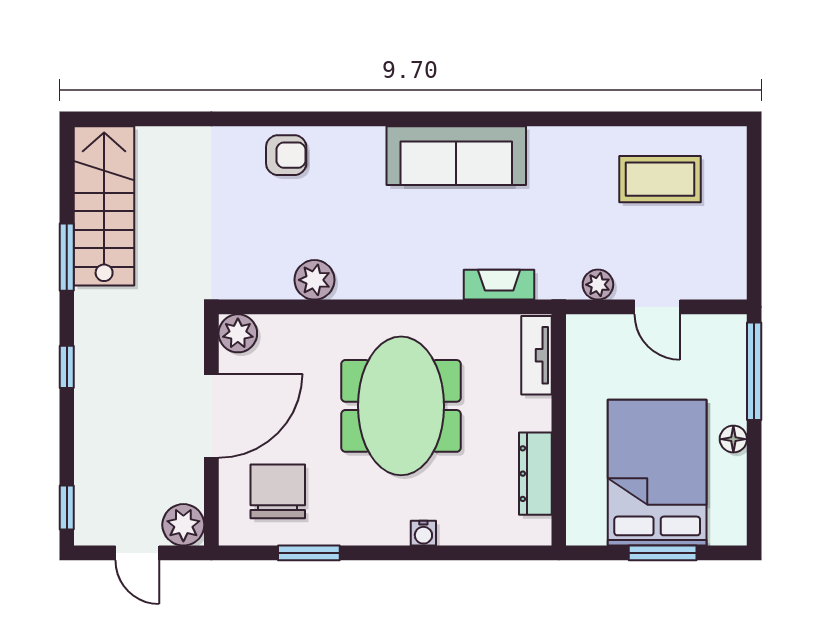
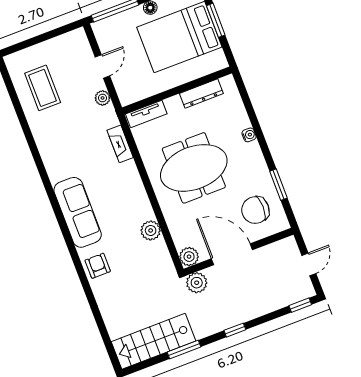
sofa: (456, 156) -> (78, 212), moved
plant: (183, 525) -> (197, 283), moved

